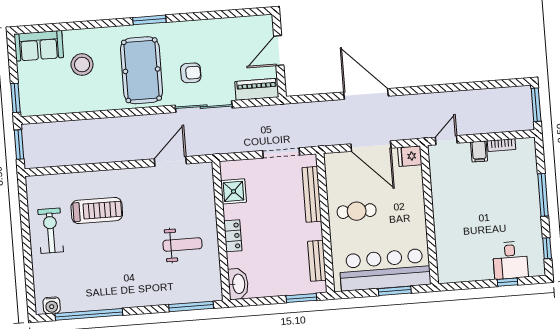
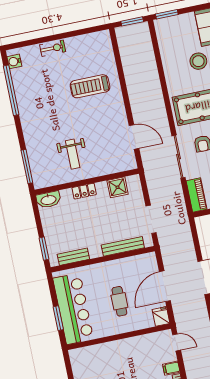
treadmill: (97, 211) -> (90, 86), turned 90
cafe table: (357, 211) -> (119, 301), moved
exercise bike: (51, 231) -> (53, 48), moved, width x0.73, depth x0.72

